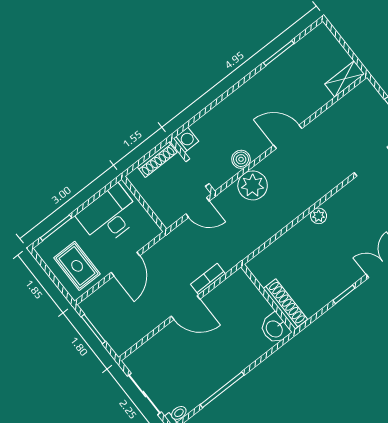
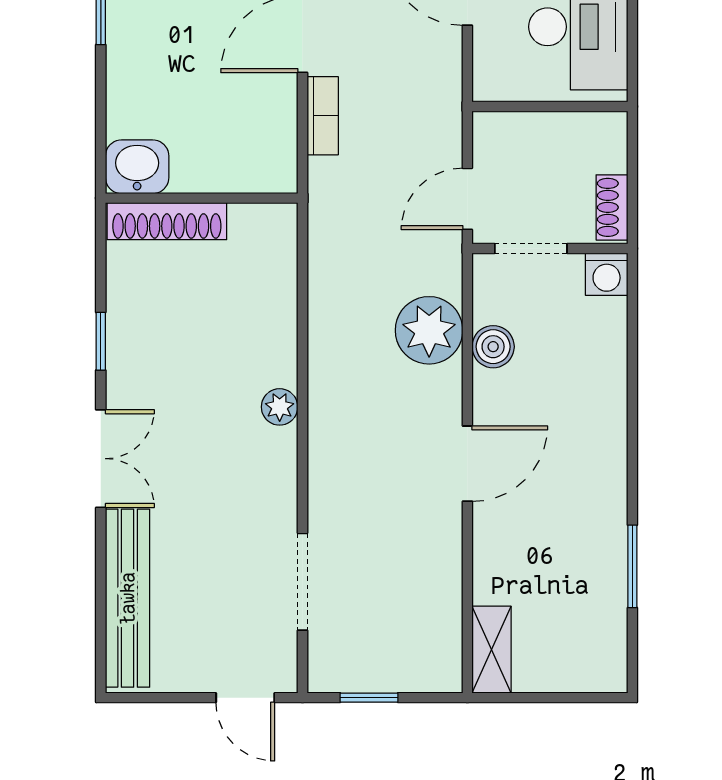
shoe rack: (157, 160) -> (612, 207), width x0.70

